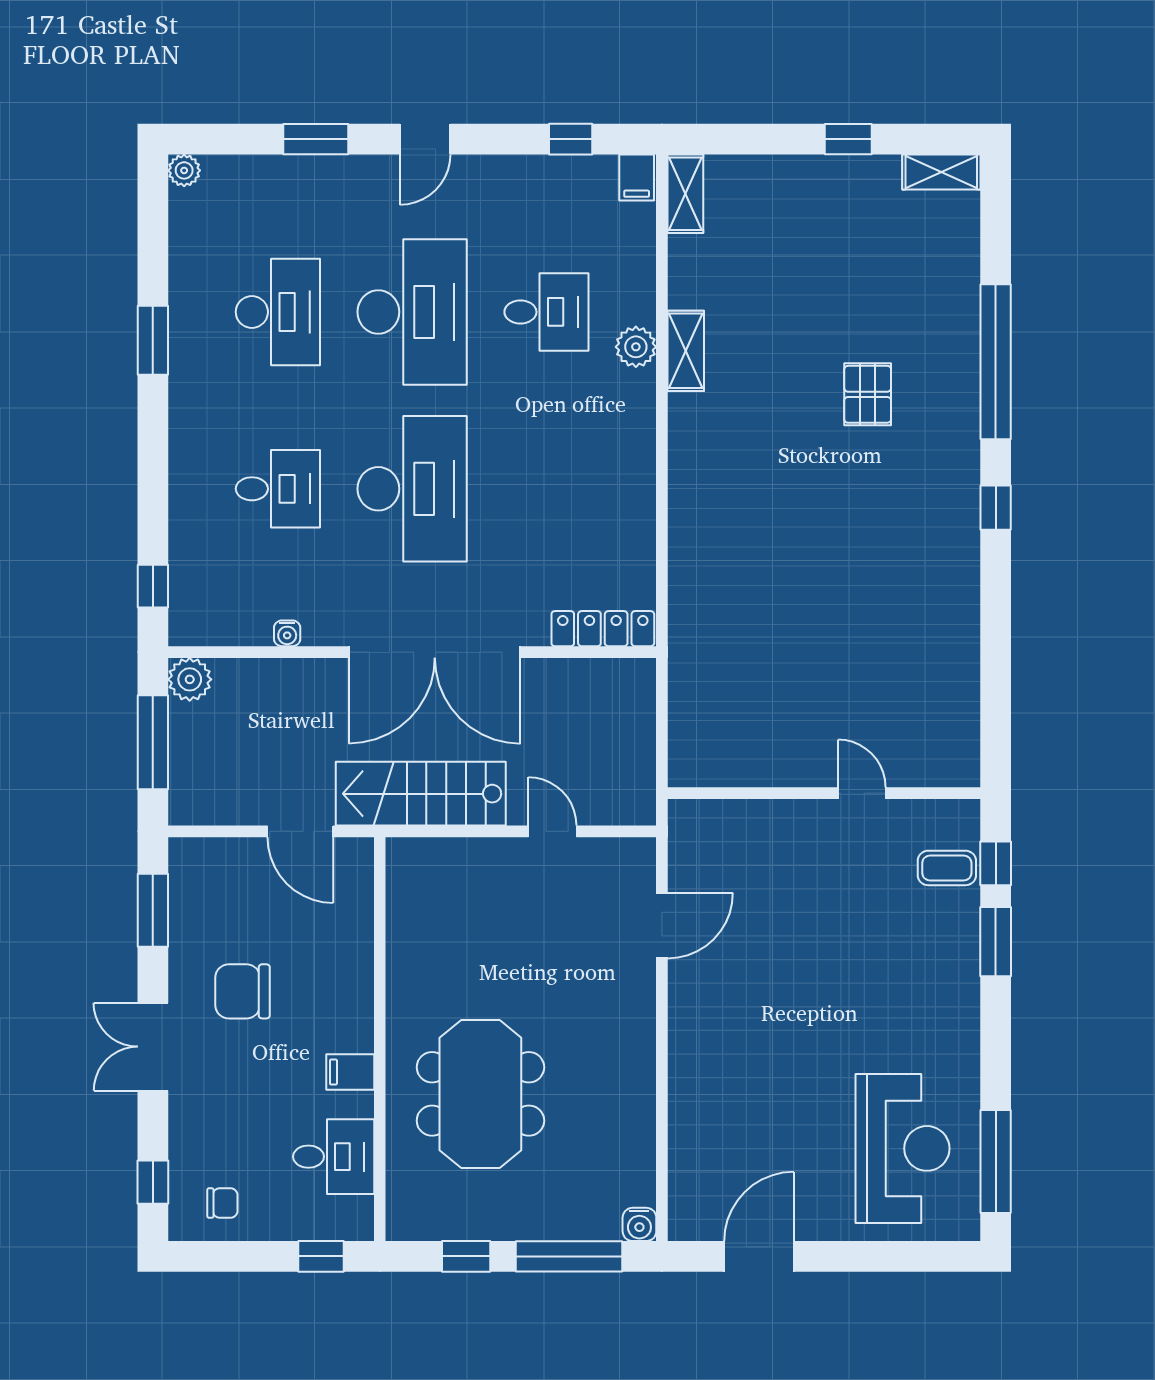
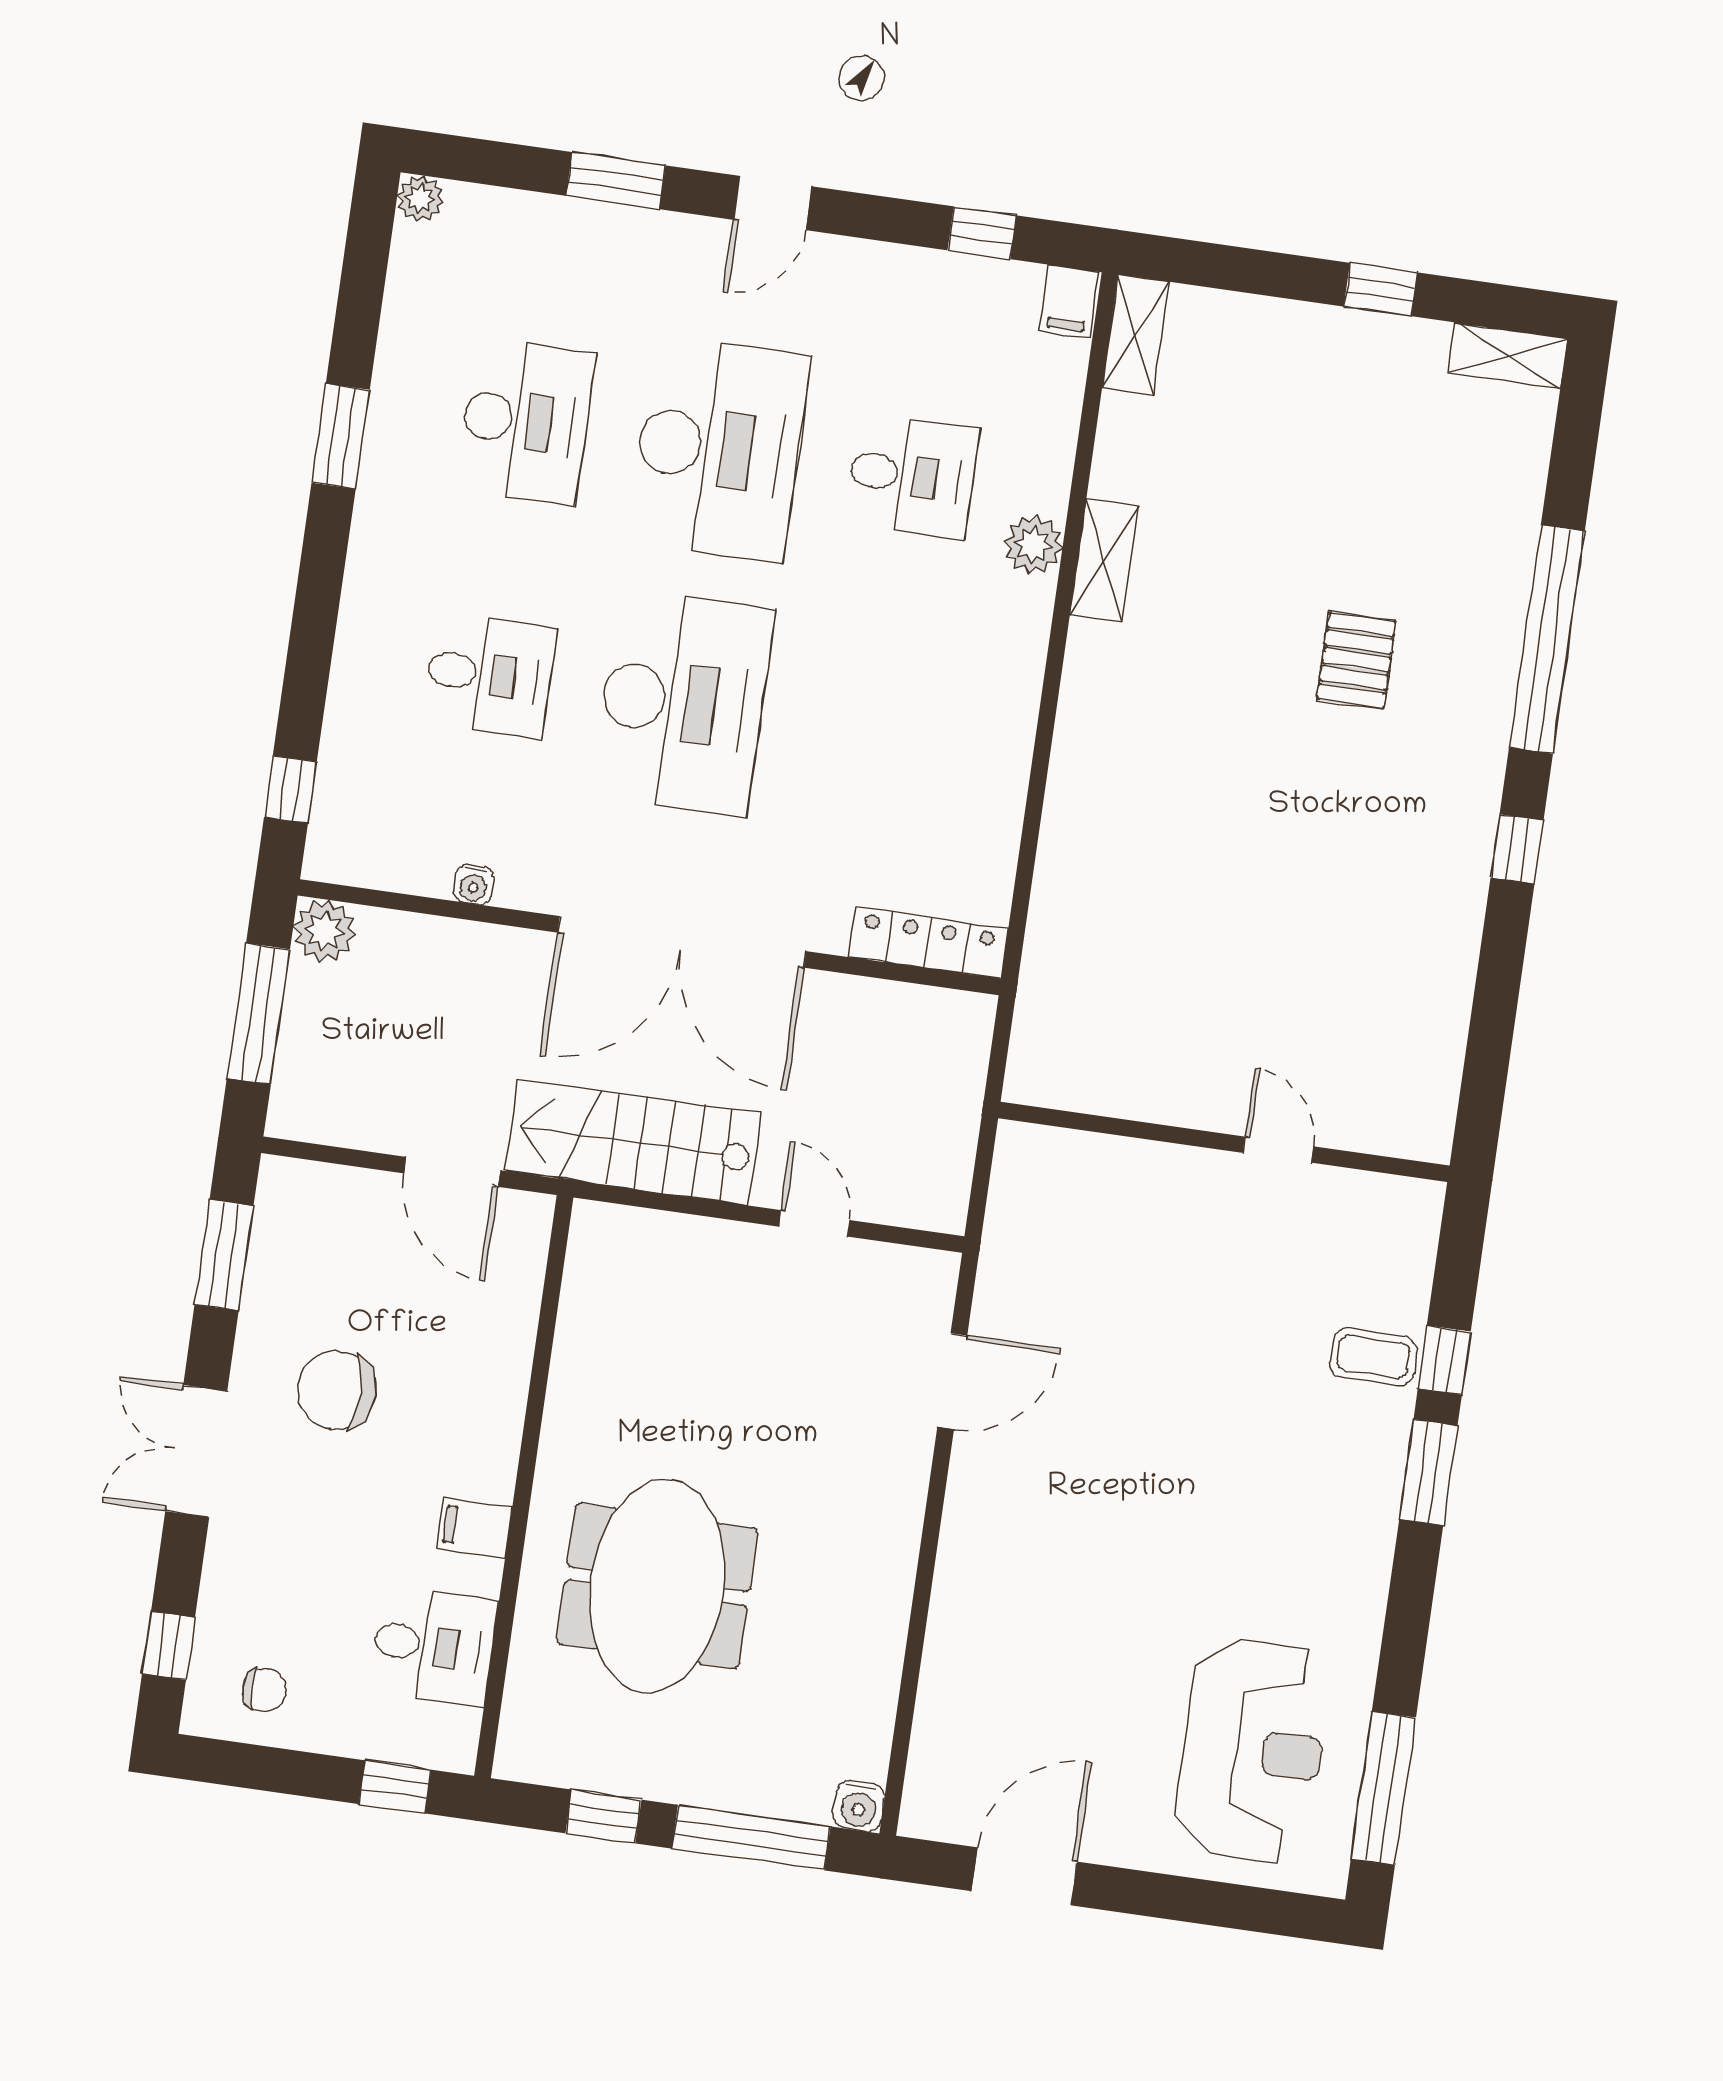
wall: (824, 793) -> (1224, 1142), moved
door: (862, 793) -> (1278, 1150), moved

